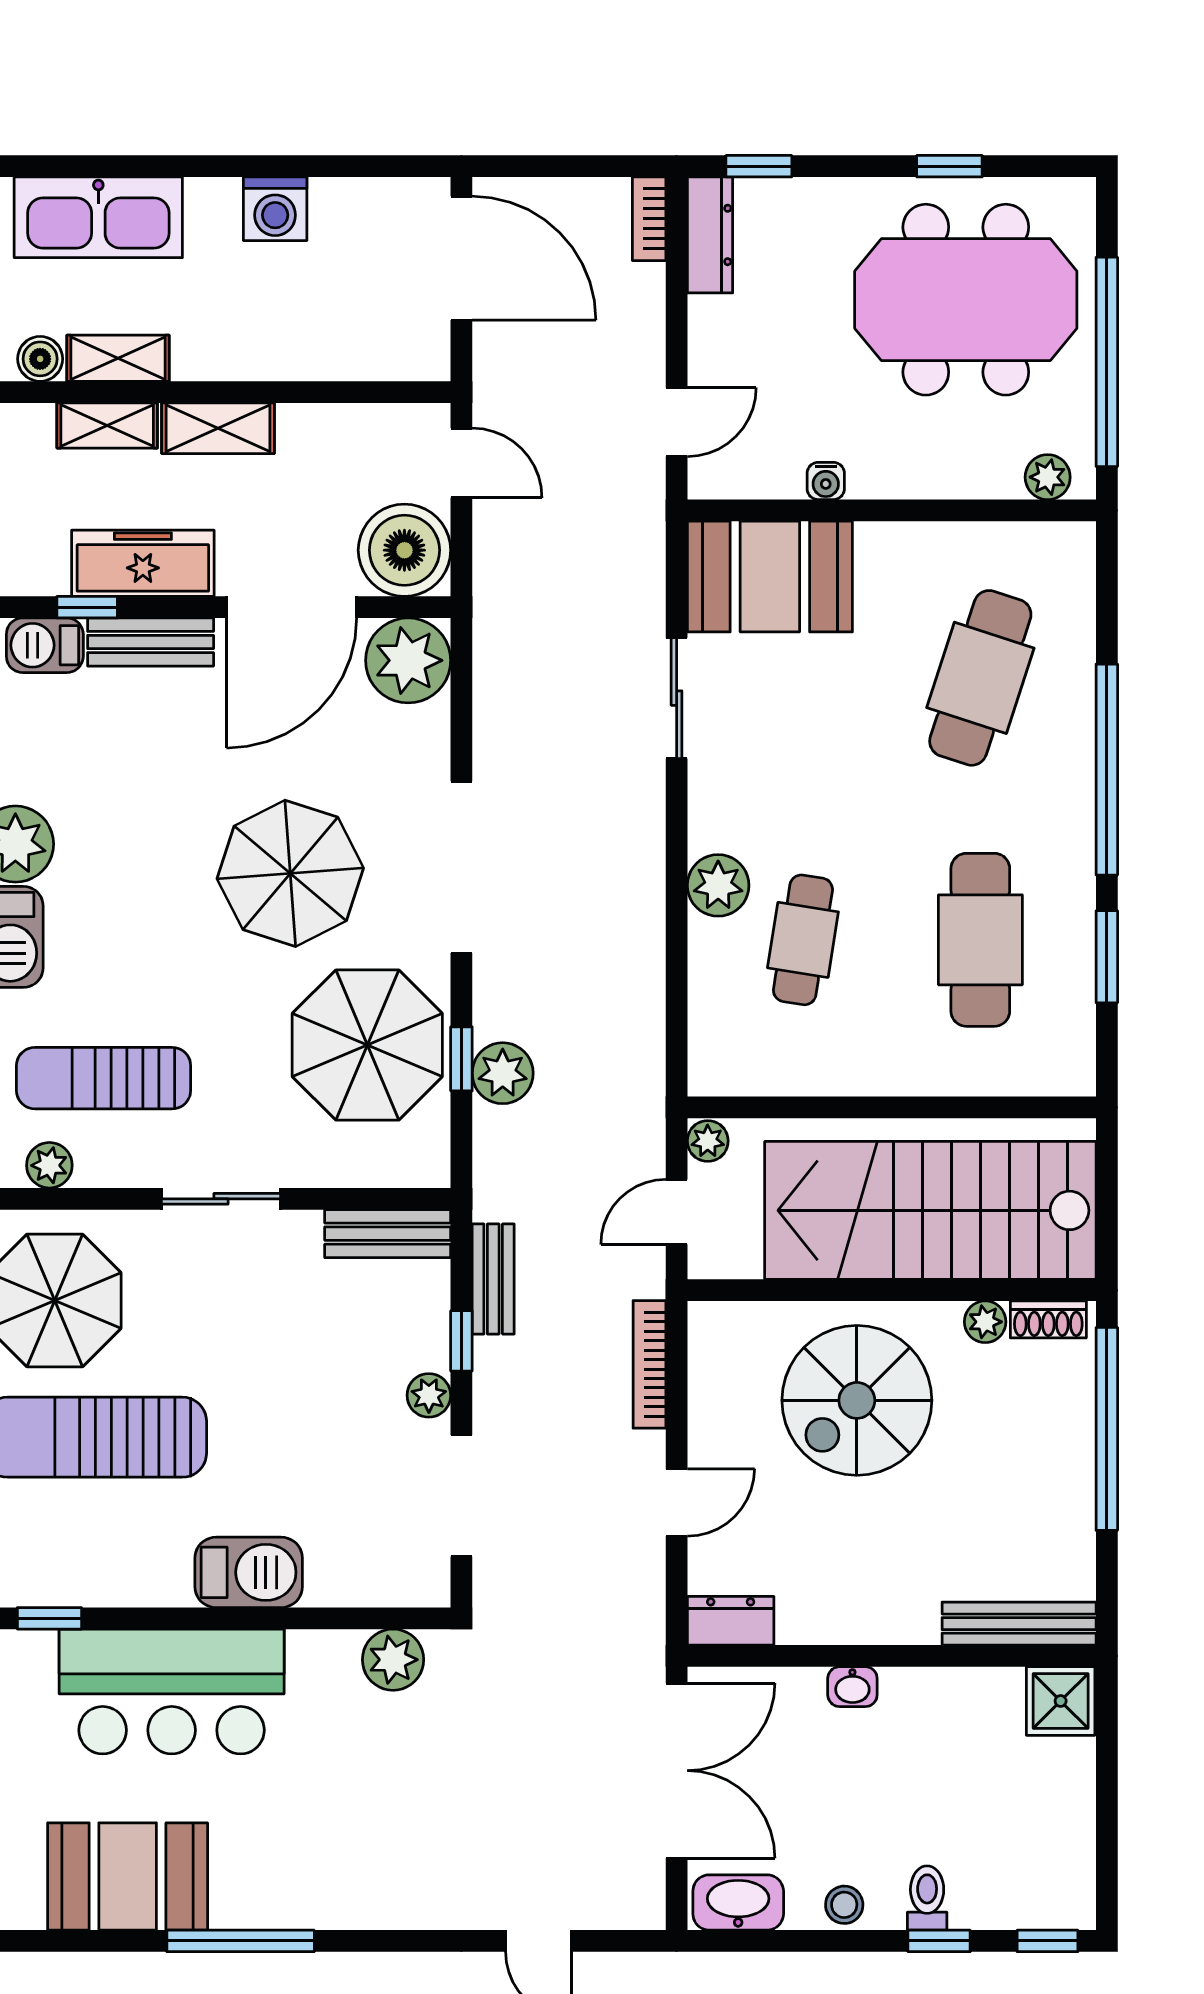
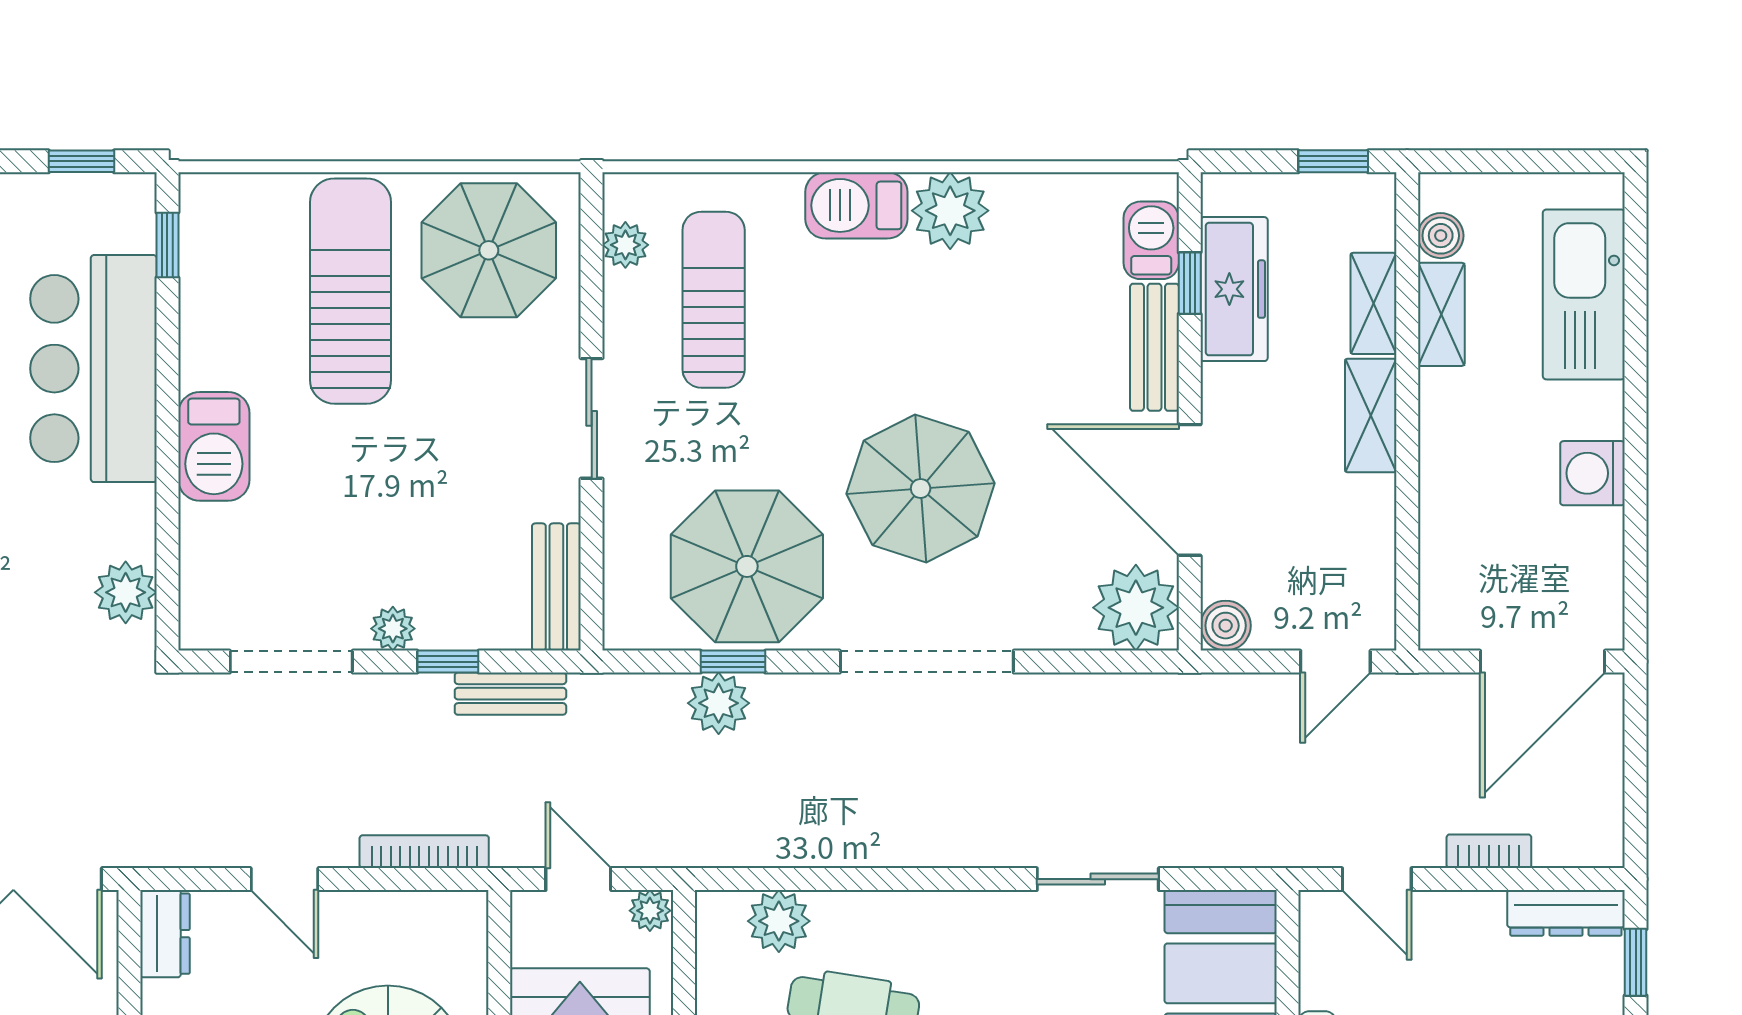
bookcase: (649, 219) -> (1489, 851), moved
boiler: (404, 550) -> (1226, 626), width x0.54, depth x0.54
freezer: (143, 563) -> (1234, 289), moved
plant: (718, 885) -> (779, 921), moved

